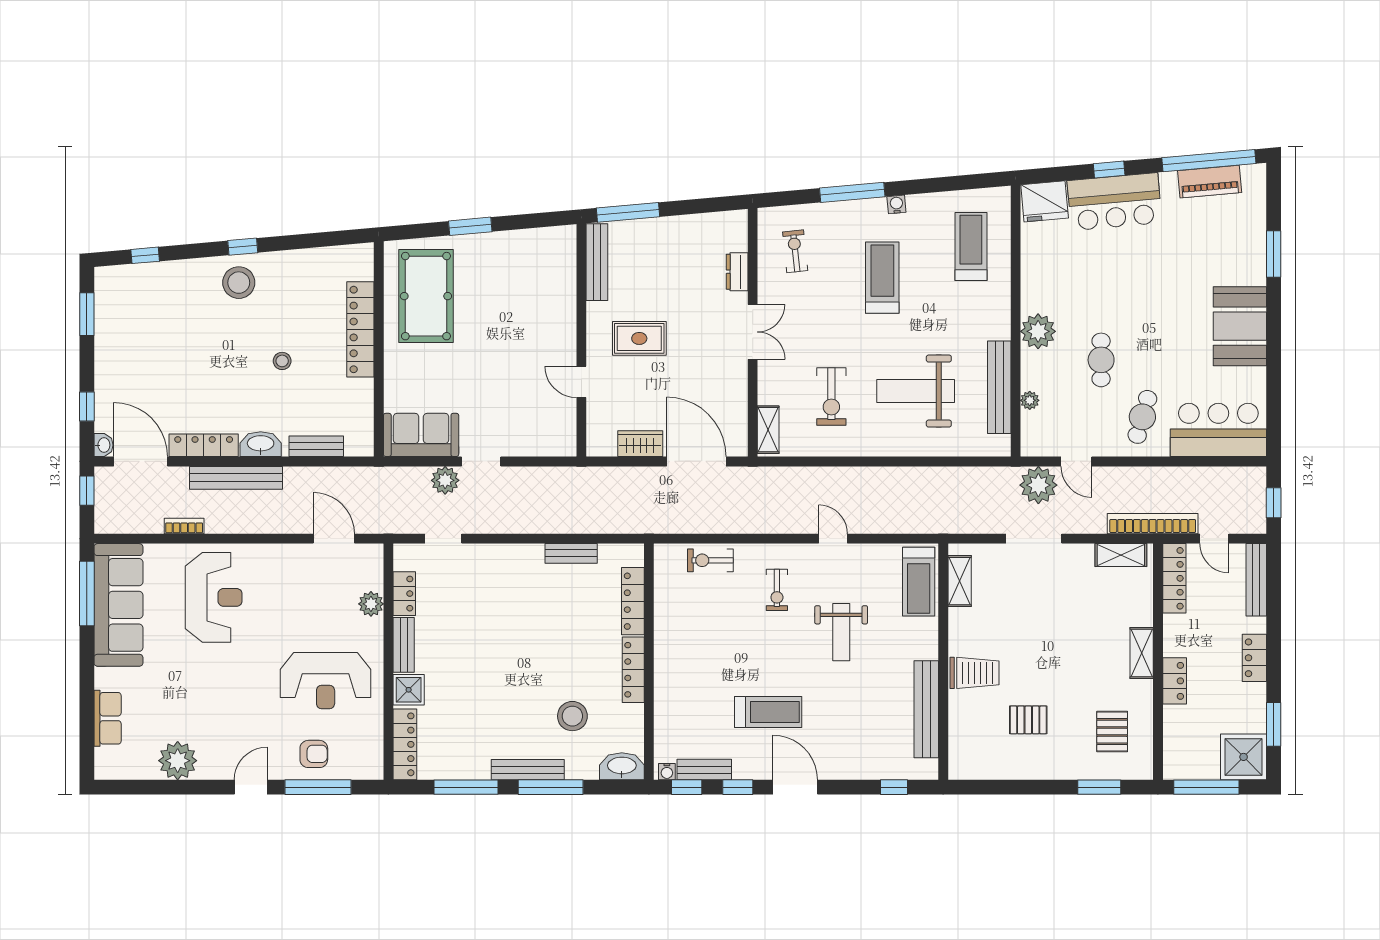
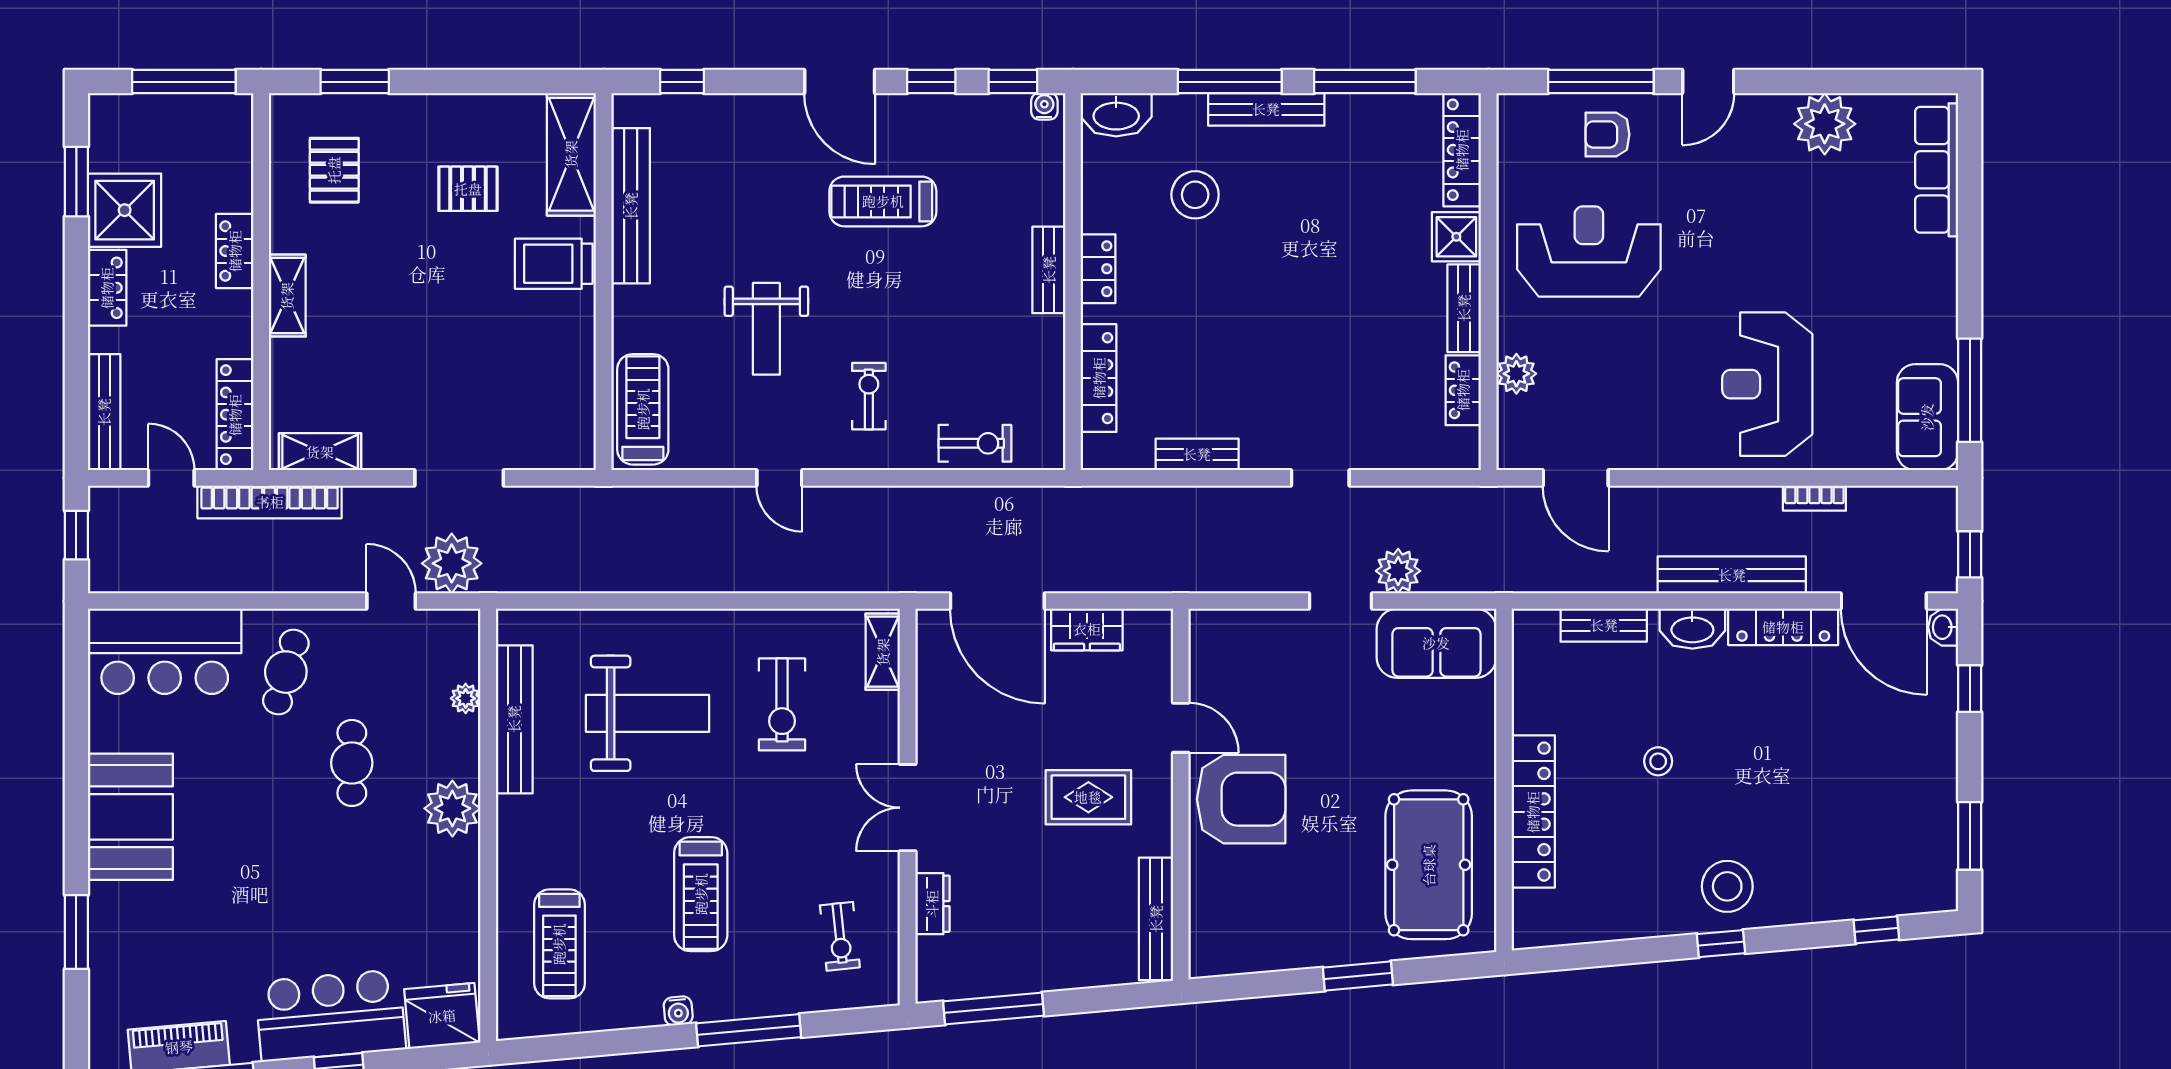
window: (628, 212) -> (993, 1008), moved
armchair: (543, 337) -> (1241, 799), added
exercise bike: (831, 397) -> (782, 704), turned 180
doorway: (443, 539) -> (1320, 478), moved
shelving: (960, 581) -> (571, 154), moved, width x1.50, depth x1.33
sofa: (118, 605) -> (1927, 417), width x0.54, depth x0.79
weight bench: (841, 632) -> (766, 329), turned 180
locker: (633, 670) -> (1098, 269), width x0.66
row of seats: (108, 718) -> (1937, 170), width x1.48
shower: (1244, 757) -> (125, 210), moved
bench: (704, 770) -> (1049, 270), moved, turned 90

